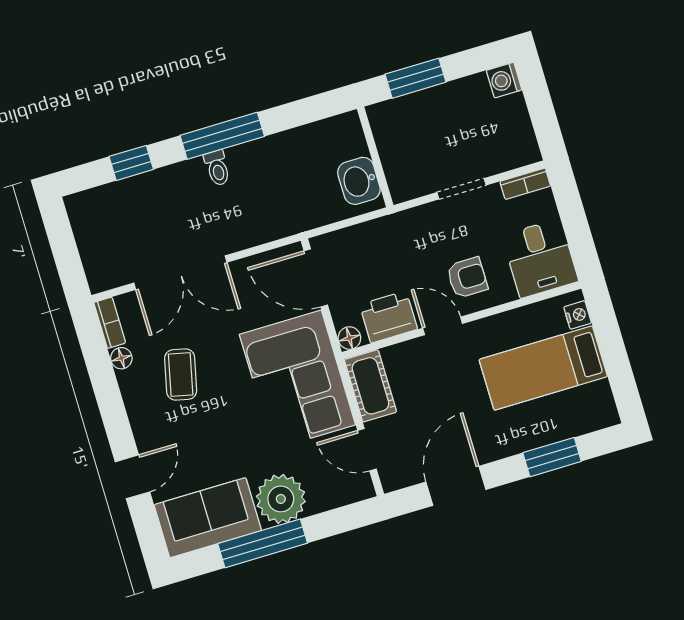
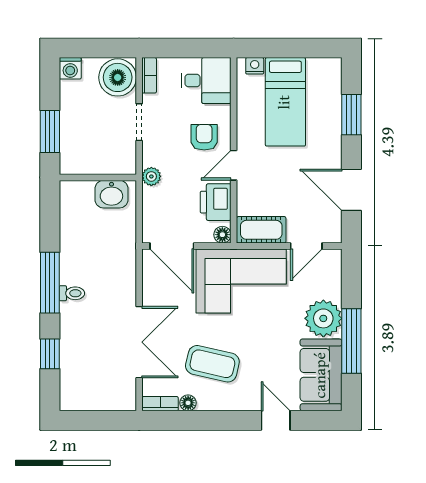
boiler: (510, 144) -> (118, 77), added
plant: (397, 225) -> (151, 176), added
door: (316, 278) -> (172, 246), hinge flipped
coffee table: (181, 374) -> (212, 364), width x1.36, depth x1.30

